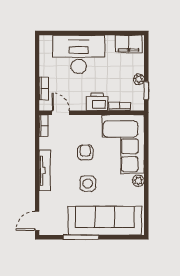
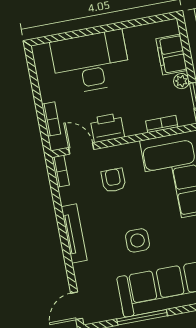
filing cabinet: (129, 44) -> (172, 55), moved, turned 90
printer: (97, 102) -> (107, 128), moved
armchair: (85, 152) -> (113, 180), moved

